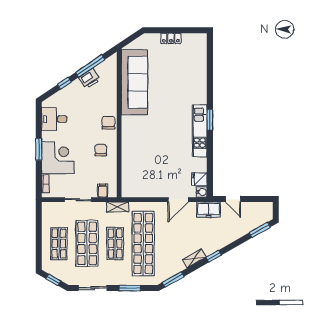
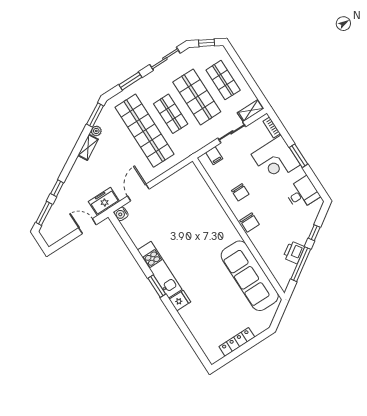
locker: (171, 38) -> (237, 342), width x1.53
fridge: (199, 179) -> (180, 301), moved
shelving: (118, 207) -> (251, 110), moved
window: (214, 256) -> (57, 188), moved
plant: (180, 267) -> (96, 131), added

